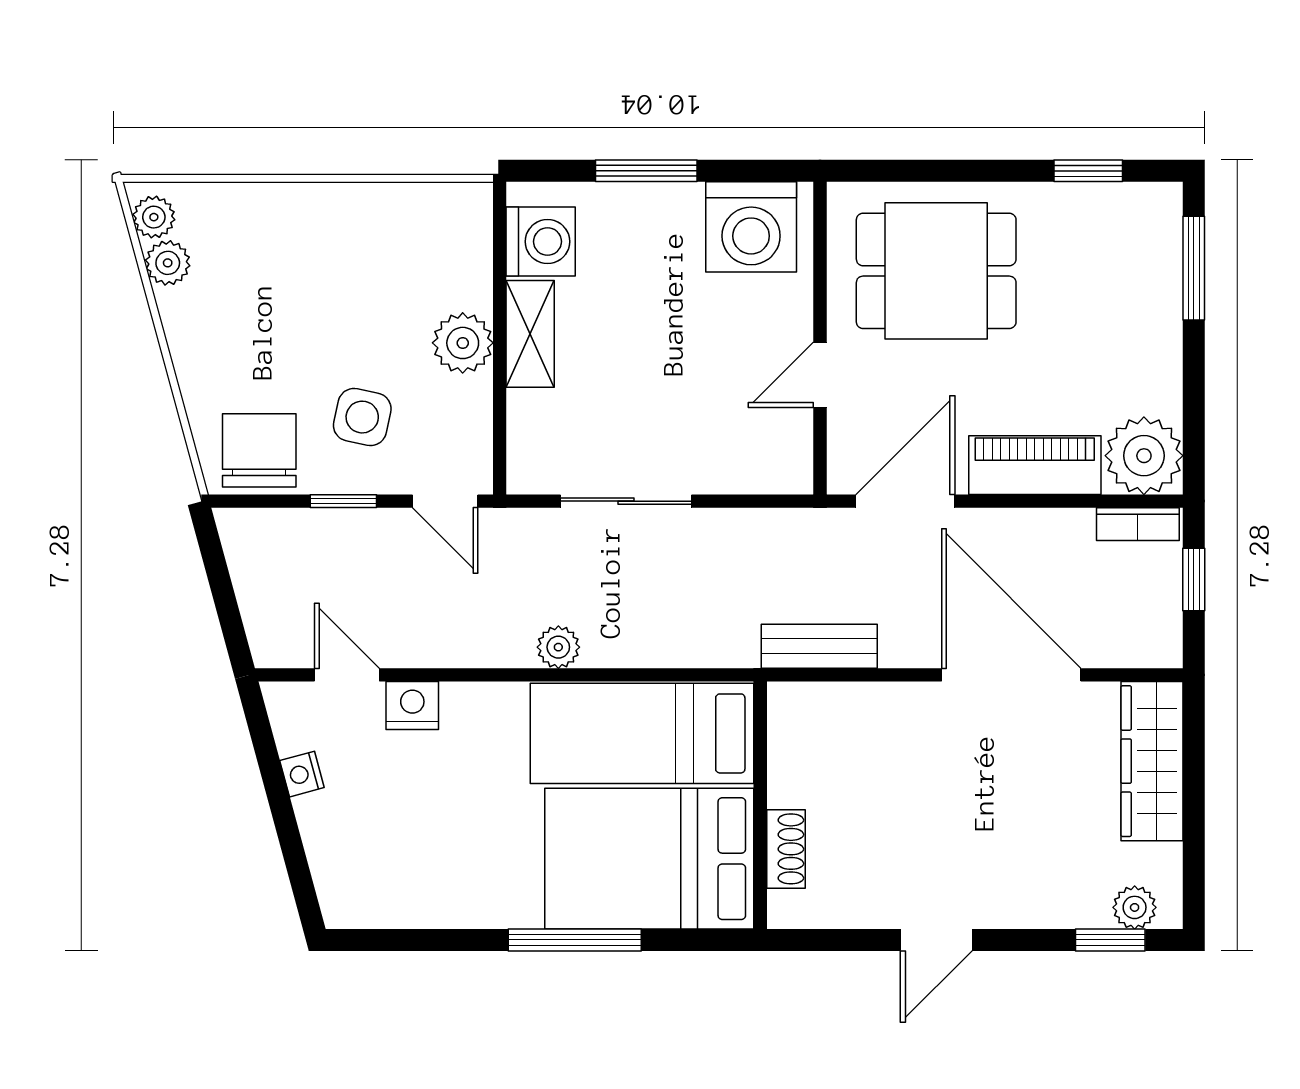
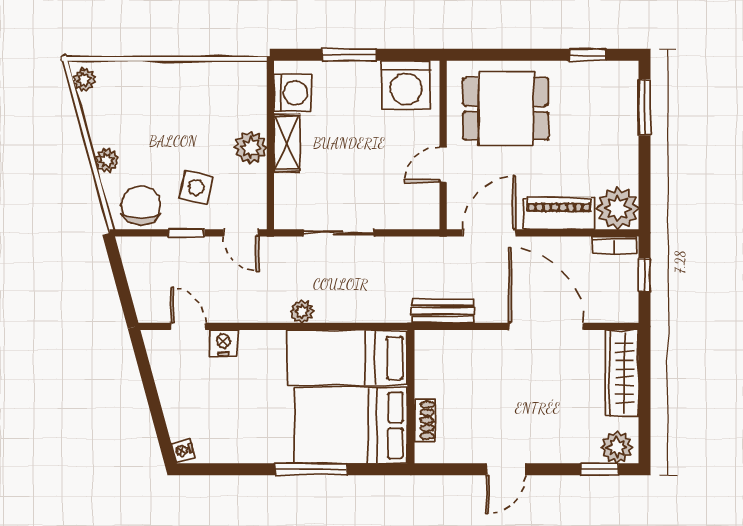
plant: (168, 263) -> (107, 160), moved
nightstand: (302, 774) -> (183, 450), moved
plant: (1135, 907) -> (617, 447), width x1.38, depth x1.38

